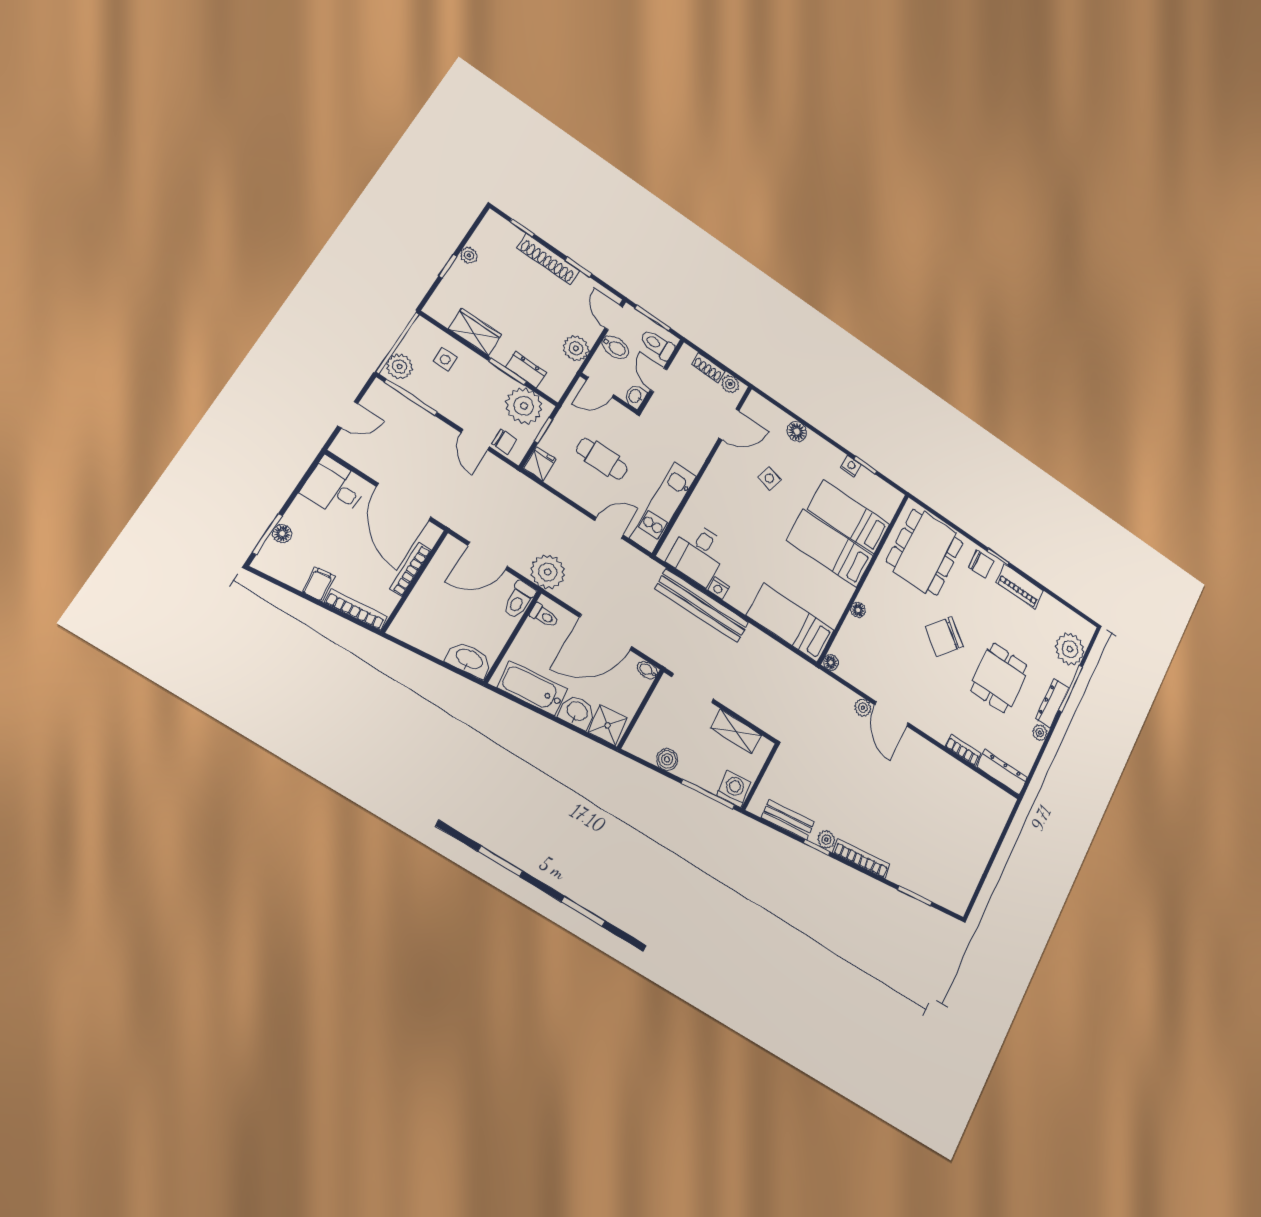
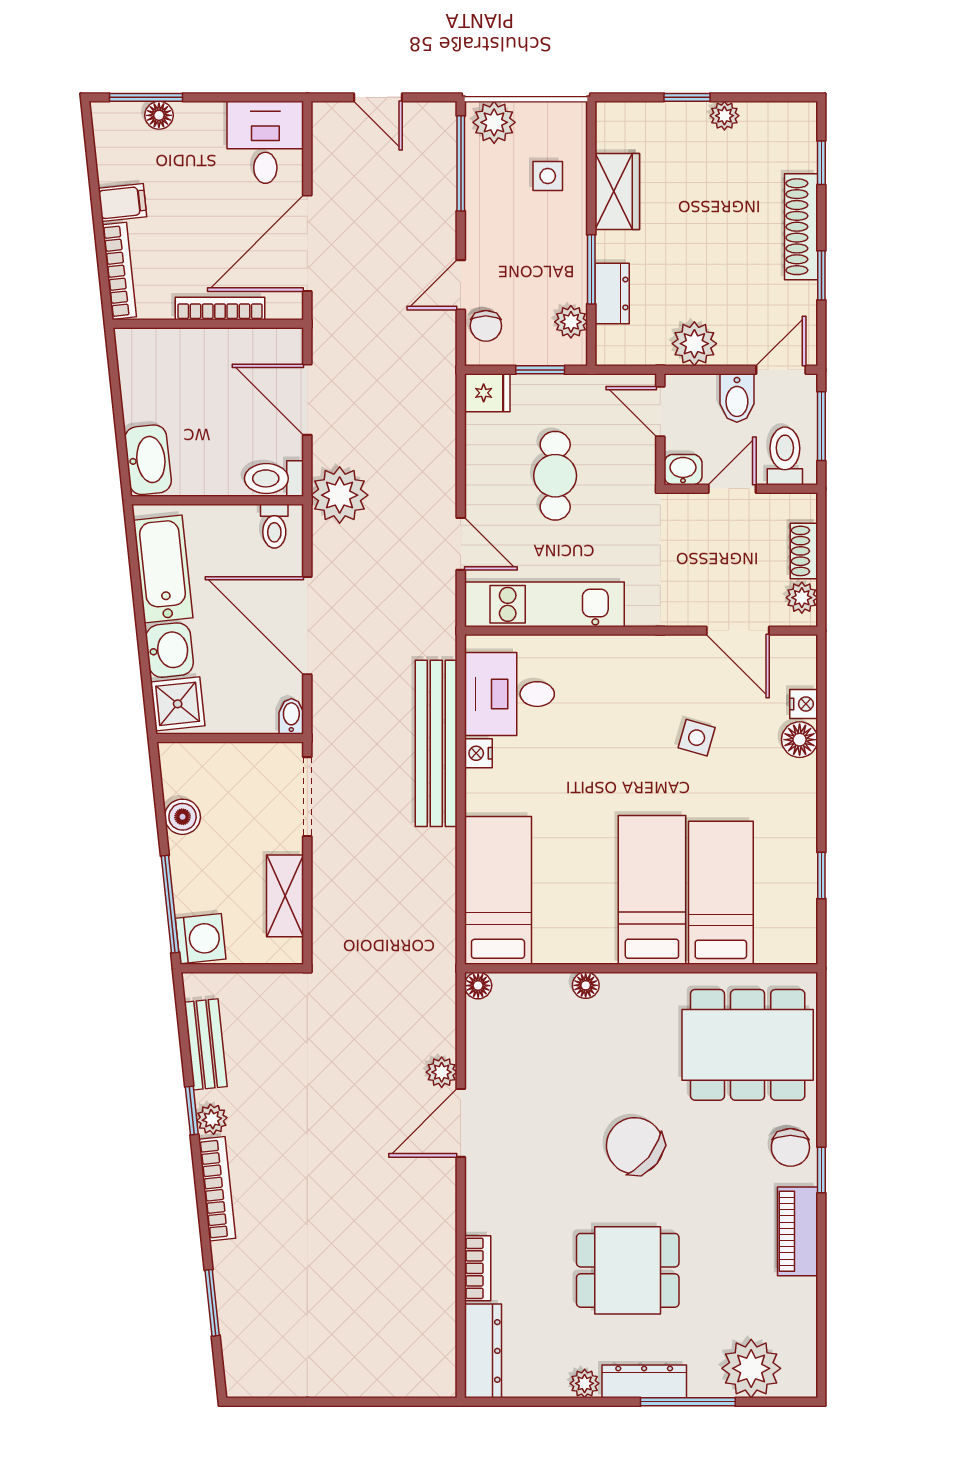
plant: (524, 406) -> (571, 322), width x0.53, depth x0.53
nightstand: (851, 466) -> (804, 704), moved

